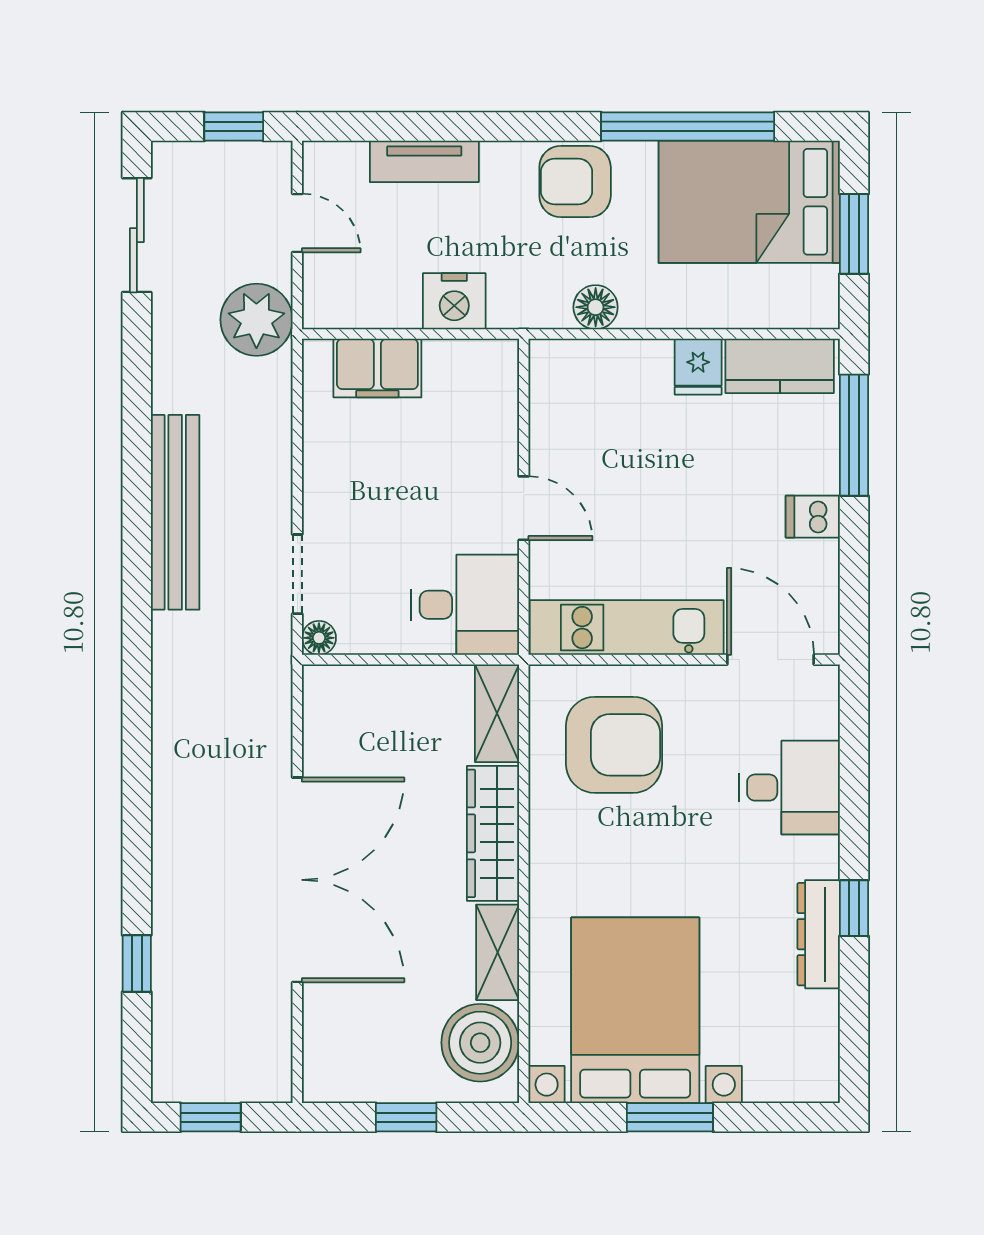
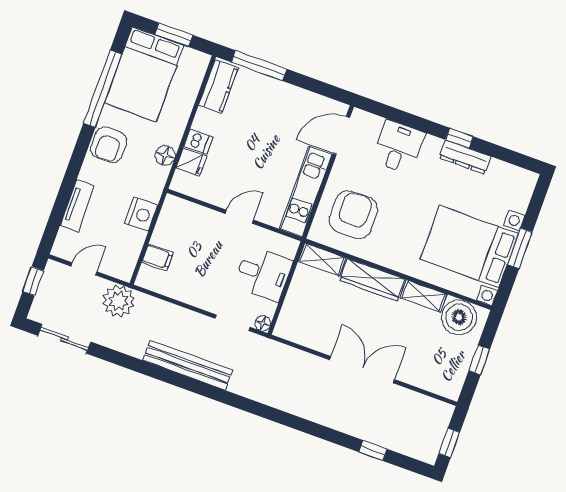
fridge: (698, 367) -> (191, 162), moved
filing cabinet: (377, 368) -> (158, 257), width x0.50
dishwasher: (813, 517) -> (198, 141), moved, turned -90
desk: (465, 605) -> (263, 274), moved, turned 90
double door: (297, 880) -> (362, 370), width x0.73

